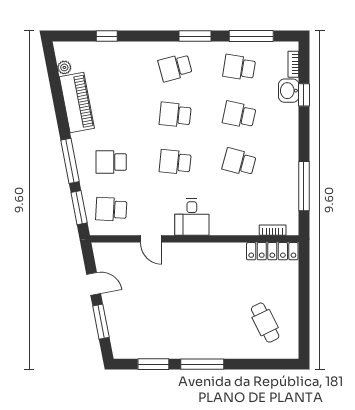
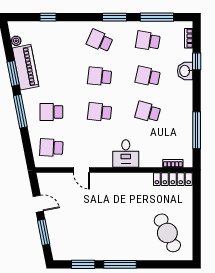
school desk: (175, 67) -> (100, 41), turned 39
washbasin: (289, 91) -> (185, 71), moved
window: (79, 208) -> (13, 73), moved
desk: (192, 217) -> (126, 153), moved
cafe table: (265, 323) -> (167, 233), width x1.37, depth x1.35

